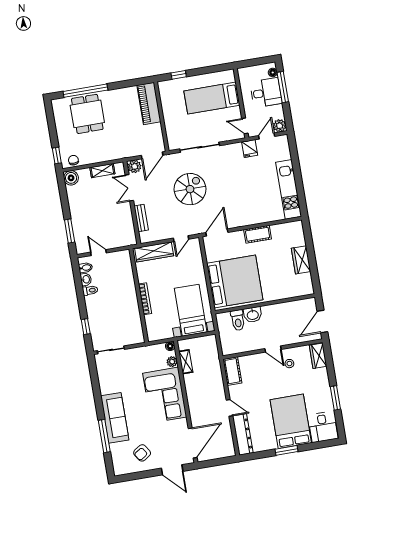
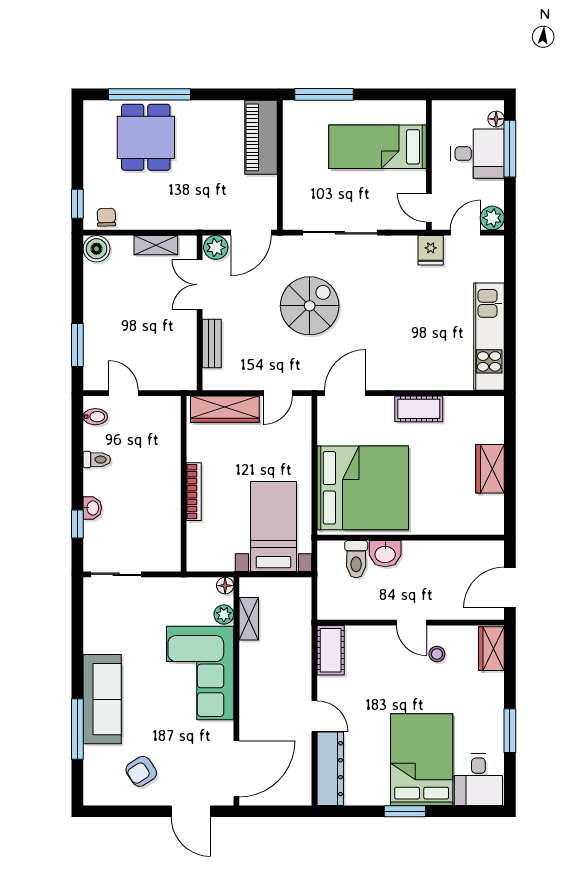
window: (179, 75) -> (324, 94), width x2.17
washbasin: (86, 279) -> (92, 508), moved

